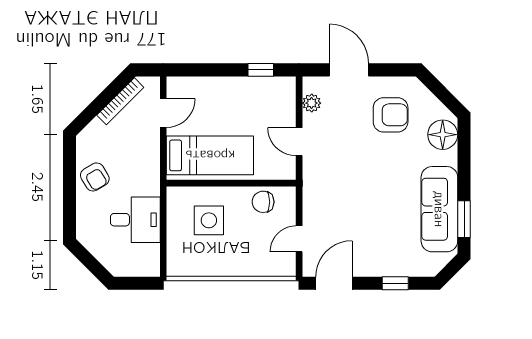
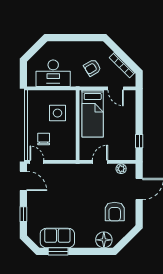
armchair: (95, 177) -> (92, 68), moved
chair: (263, 202) -> (44, 139), moved
sofa: (439, 209) -> (57, 238), width x0.73
desk: (135, 220) -> (53, 73), width x1.37
door: (299, 239) -> (37, 162), moved

